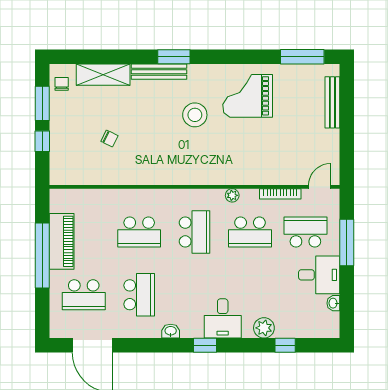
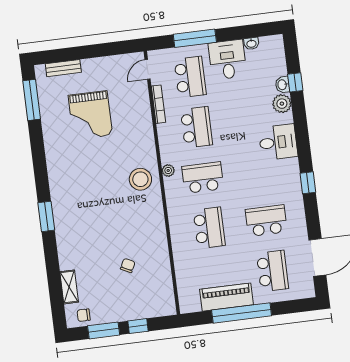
bench: (159, 72) -> (61, 228), removed
shelving: (103, 75) -> (69, 287), width x0.67, depth x0.75
grand piano: (248, 96) -> (90, 115), moved
bench: (332, 102) -> (63, 68), width x0.73
stool: (195, 115) -> (140, 179), moved
door: (320, 187) -> (148, 69), hinge flipped
plant: (232, 195) -> (168, 170), moved
school desk: (305, 232) -> (190, 77), turned 180
washbasin: (171, 331) -> (282, 85), moved
window: (205, 345) -> (308, 183), moved

